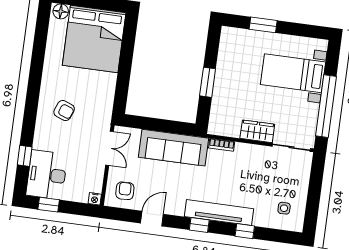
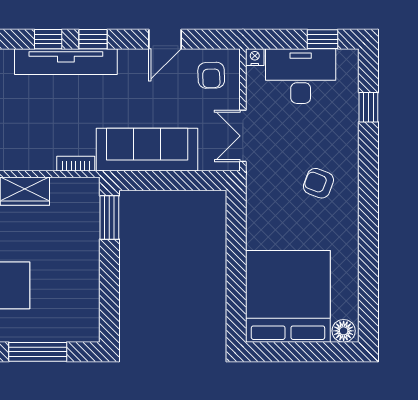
window: (263, 25) -> (38, 352), width x1.44
window: (208, 82) -> (109, 218), moved
desk: (47, 175) -> (301, 76), moved, turned -90
window: (245, 231) -> (48, 39), moved

